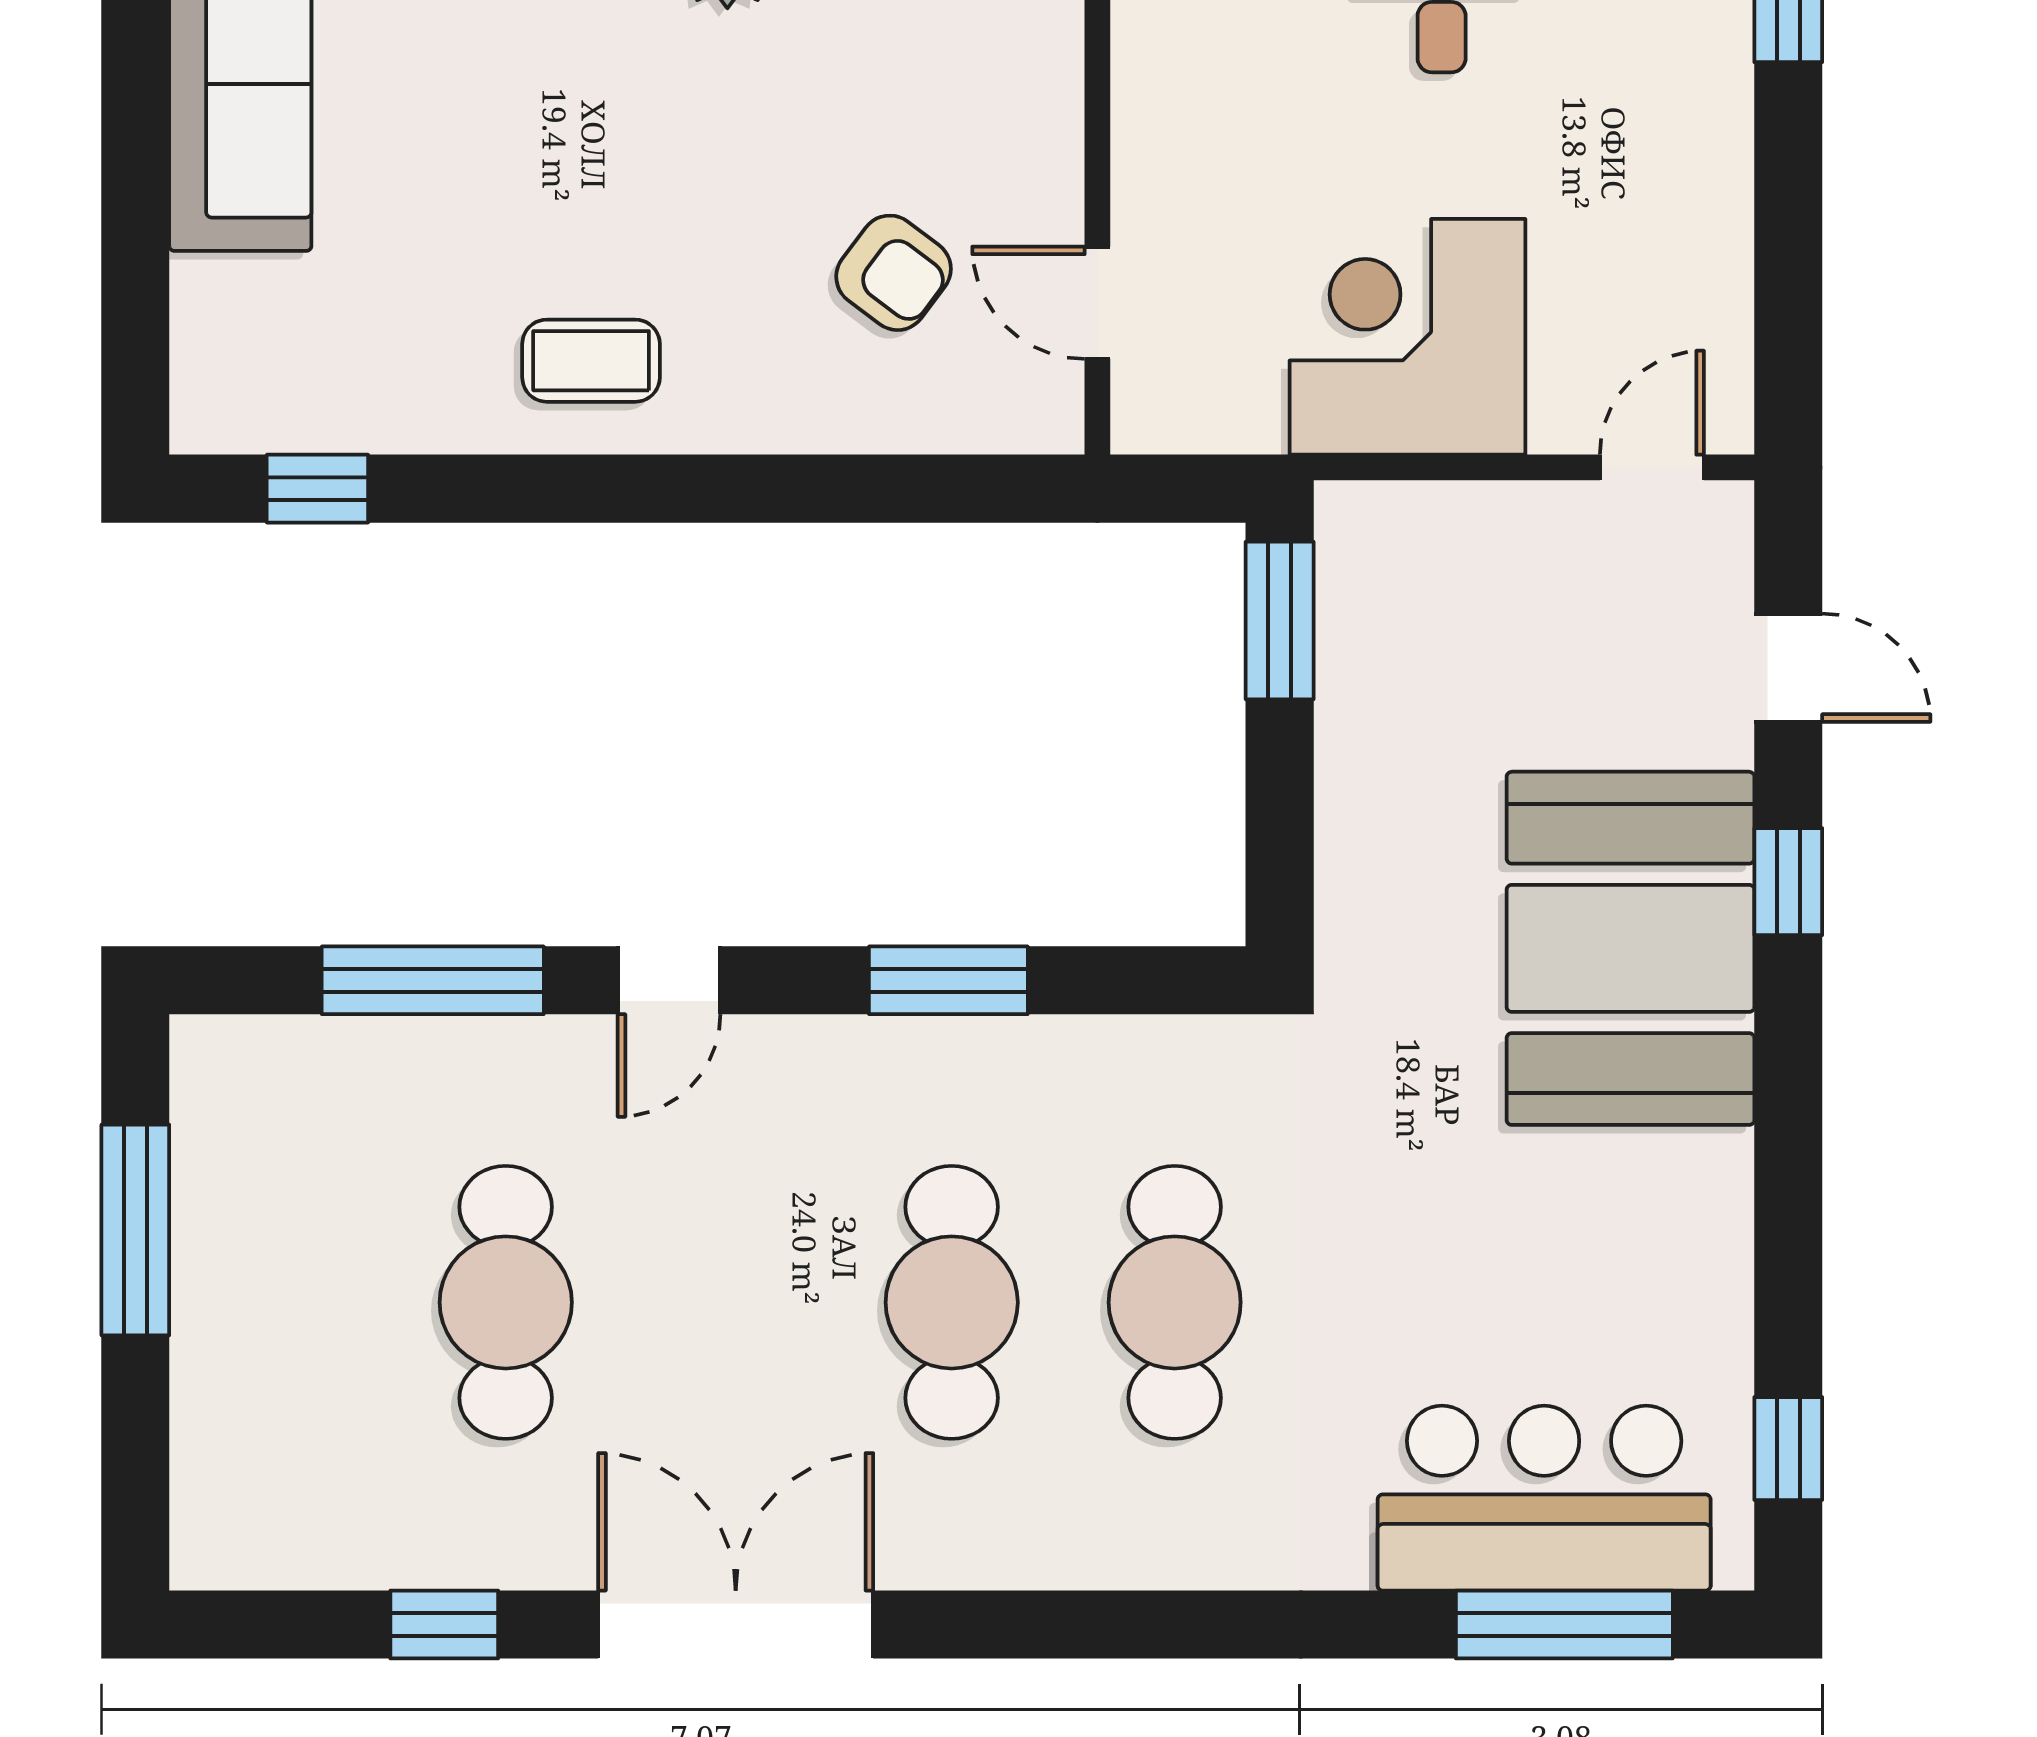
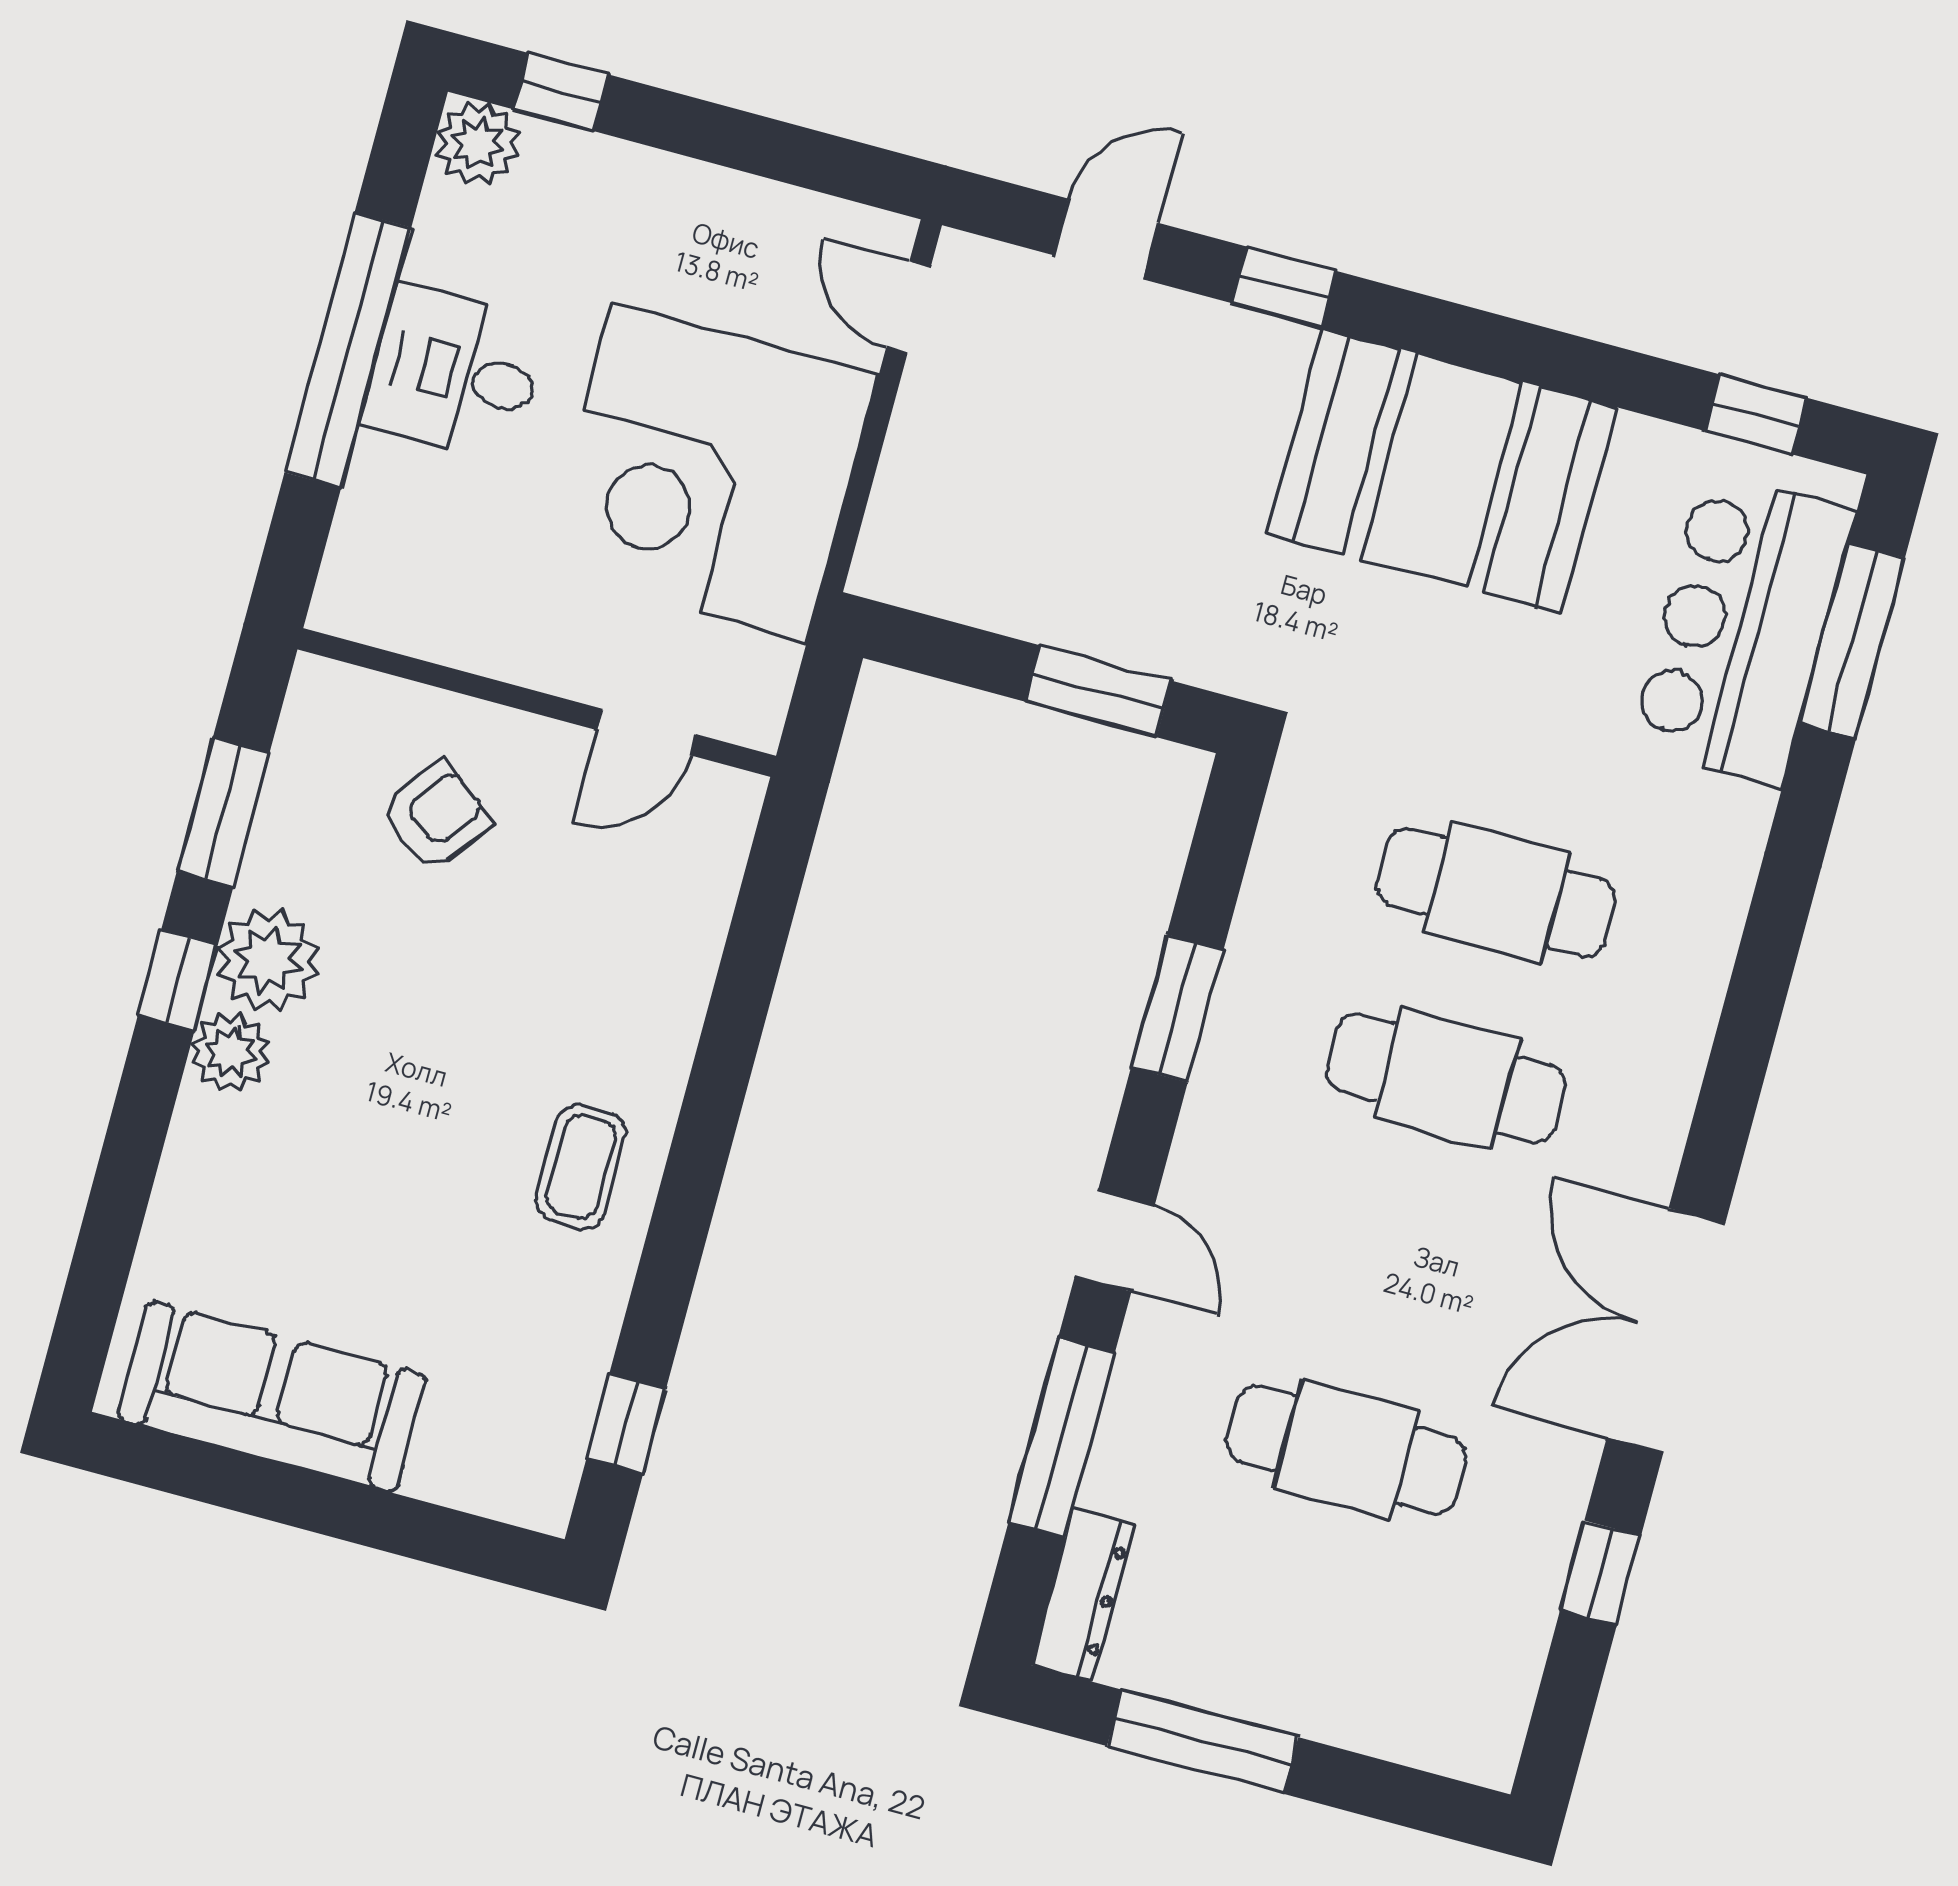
armchair: (894, 273) -> (436, 816), moved
corner desk: (1408, 337) -> (709, 472), width x1.36, depth x1.36
window: (1280, 620) -> (1098, 691), moved
booth: (1630, 948) -> (1442, 471), moved
dresser: (264, 1051) -> (1082, 1595), added

